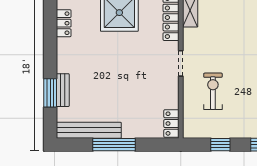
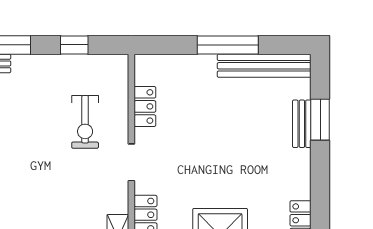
locker: (171, 124) -> (145, 106), moved

